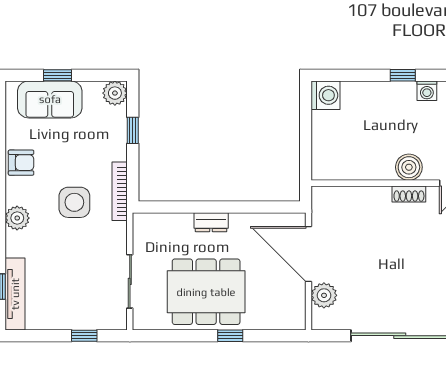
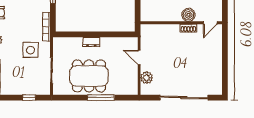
side table: (74, 202) -> (31, 50), moved
door: (309, 254) -> (139, 57), width x0.53
window: (230, 336) -> (101, 98), width x2.17

